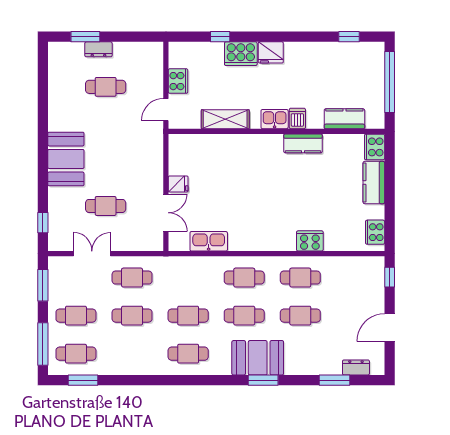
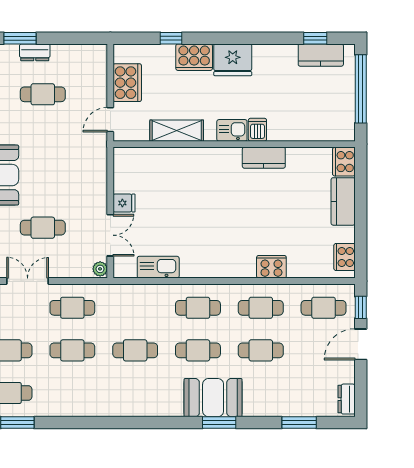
fridge: (271, 52) -> (233, 60), width x1.36, depth x1.34
cooker: (178, 81) -> (127, 83), width x1.37, depth x1.31
kitchen counter: (344, 119) -> (321, 55), moved, turned 180
plant: (157, 243) -> (100, 269), added
door: (390, 328) -> (361, 344), moved
cafe table: (188, 354) -> (324, 308), moved
dresser: (356, 367) -> (347, 399), moved, turned -90

